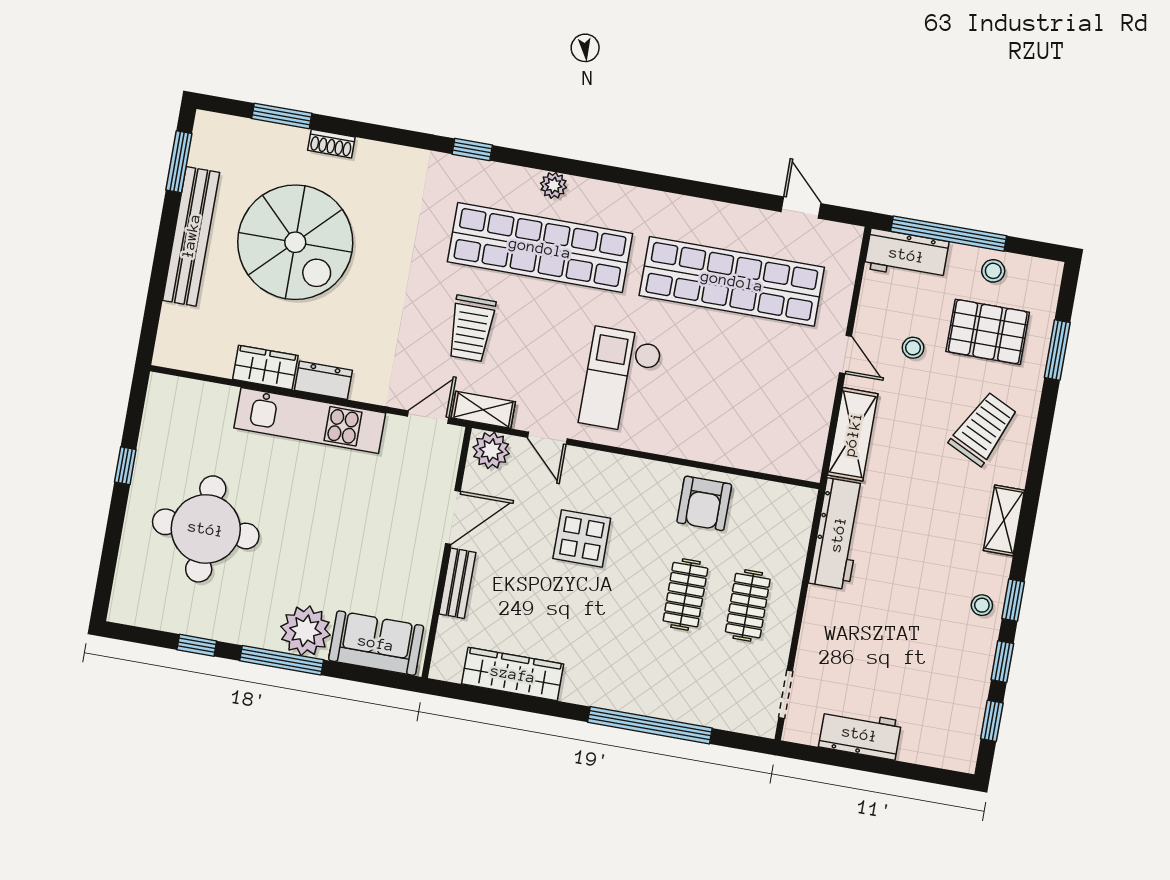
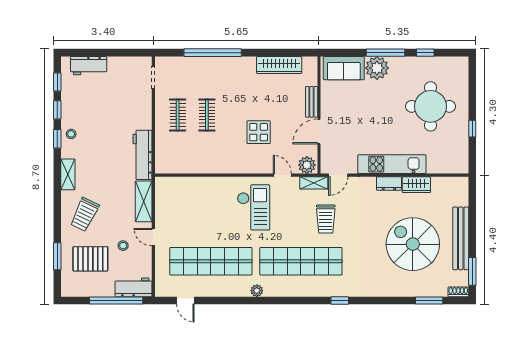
shoe rack: (331, 144) -> (458, 292), moved
plant: (554, 185) -> (257, 291), moved
stool: (993, 271) -> (93, 287), removed
trolley: (471, 328) -> (326, 219), turned 180
armchair: (704, 503) -> (206, 158), removed
workbench: (860, 734) -> (89, 66), moved

